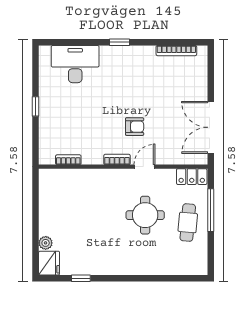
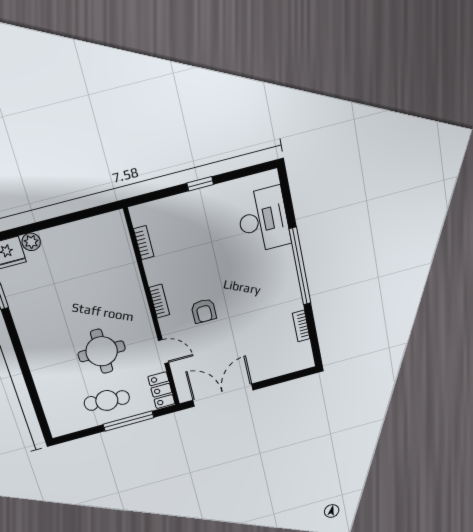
window: (119, 42) -> (300, 266), width x3.17
bookcase: (176, 51) -> (301, 326), width x0.64
door: (144, 167) -> (163, 352), moved

